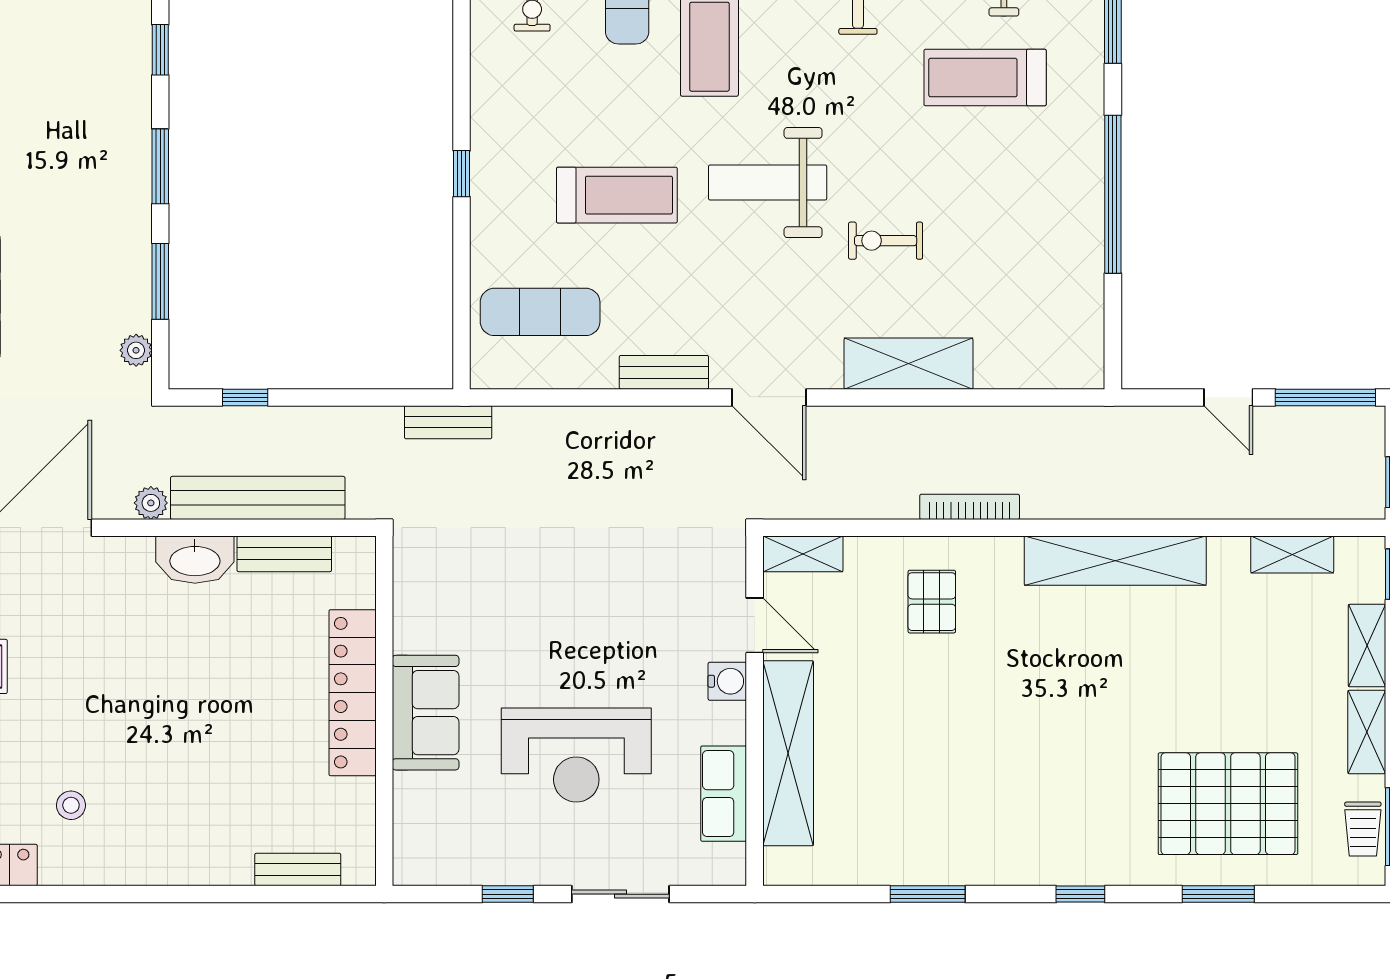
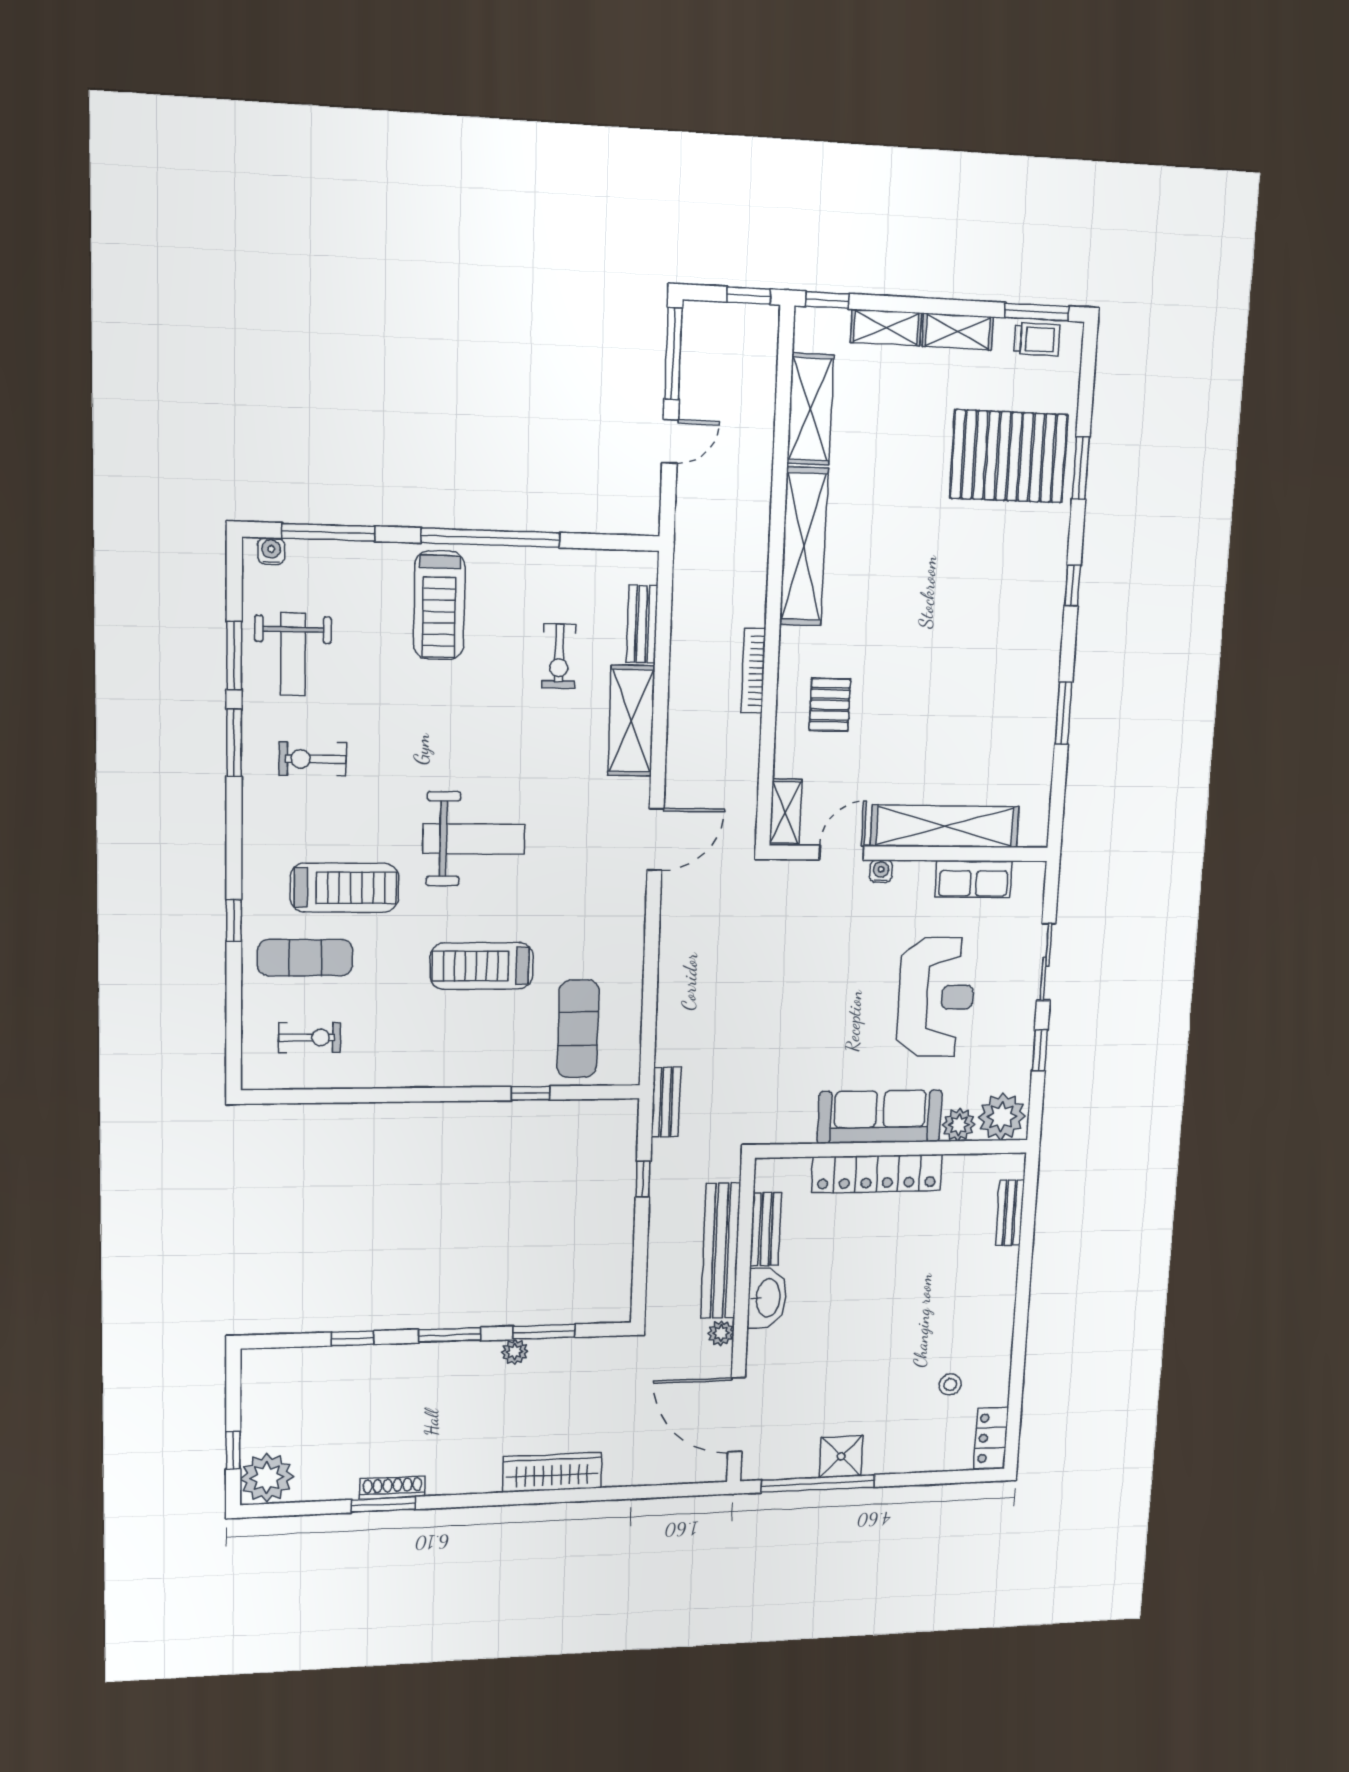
treadmill: (985, 78) -> (439, 605), moved
window: (462, 174) -> (531, 1093), moved
weight bench: (768, 183) -> (474, 839), turned -90
treadmill: (617, 195) -> (482, 966), turned -90
exercise bike: (886, 241) -> (559, 656), moved
plant: (136, 350) -> (515, 1352), moved
bench: (664, 372) -> (642, 624), moved
window: (245, 397) -> (643, 1179), moved
shelving: (1292, 554) -> (810, 409), width x1.50, depth x1.33
pallet: (932, 602) -> (830, 705), turned 90
water cooler: (727, 681) -> (881, 871), width x0.72, depth x0.72
sofa: (426, 713) -> (880, 1117), width x1.36
plant: (414, 795) -> (959, 1125), added
pallet: (1228, 804) -> (1009, 456), turned 90
plant: (423, 850) -> (1002, 1117), added

